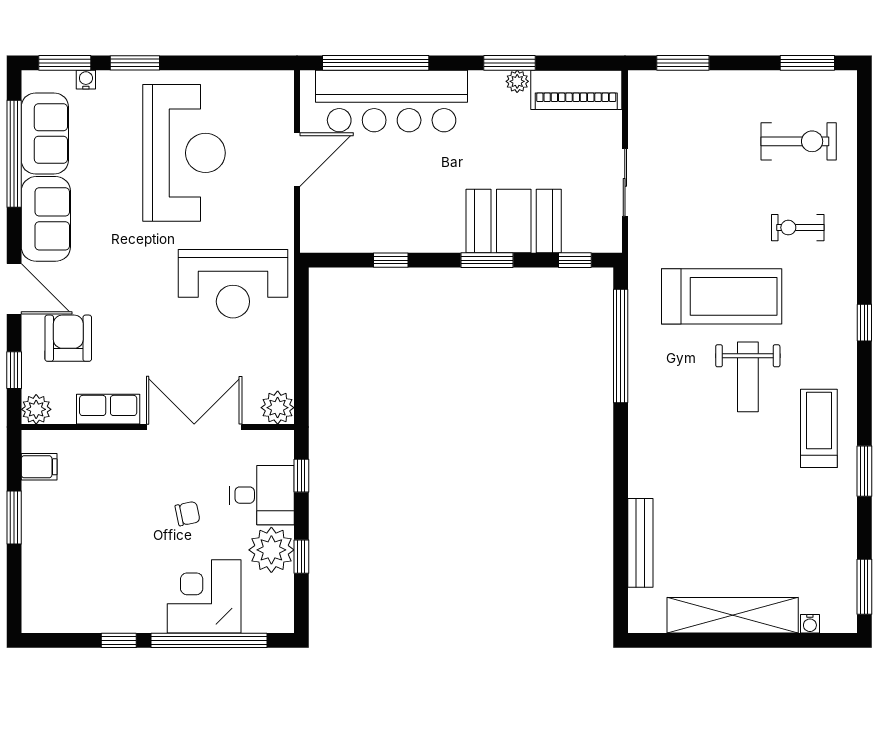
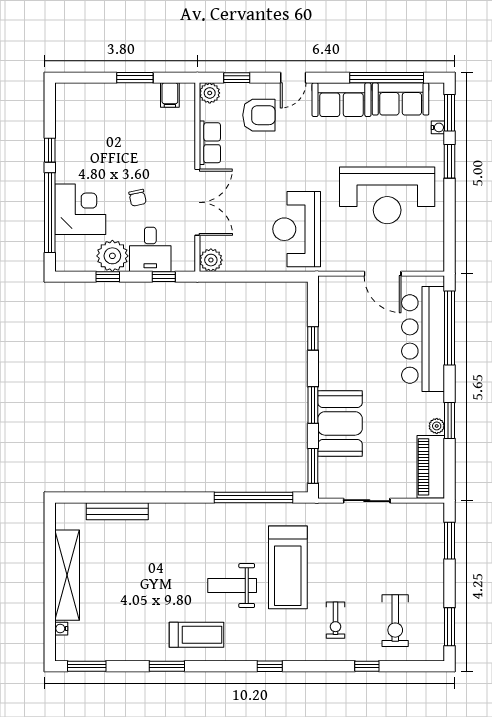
window: (864, 182) -> (367, 666), added
exercise bike: (798, 228) -> (336, 620), turned 180
window: (575, 260) -> (313, 466), width x1.50
door: (14, 289) -> (293, 78), width x0.73

